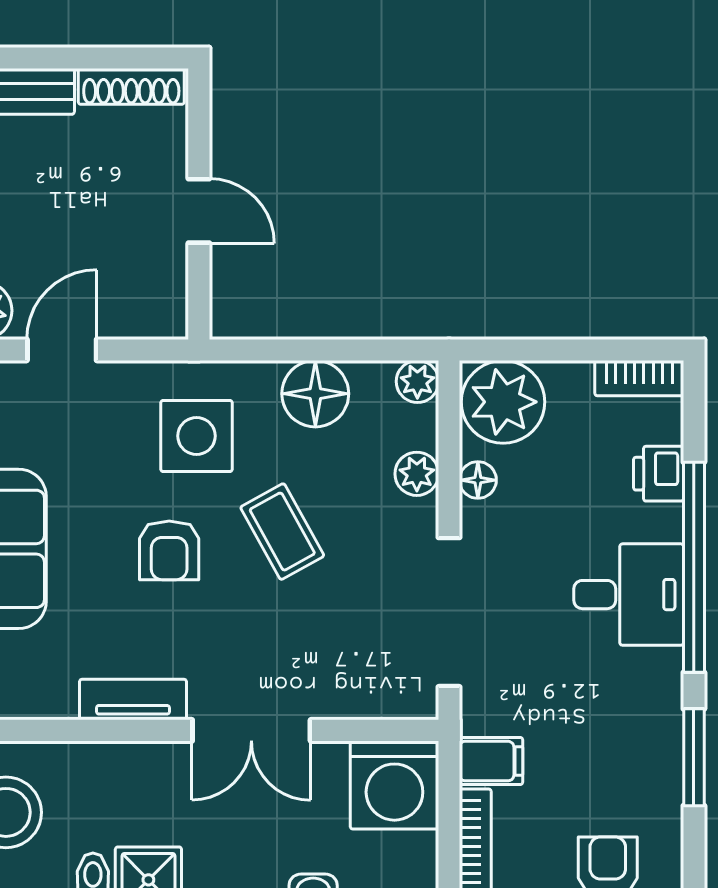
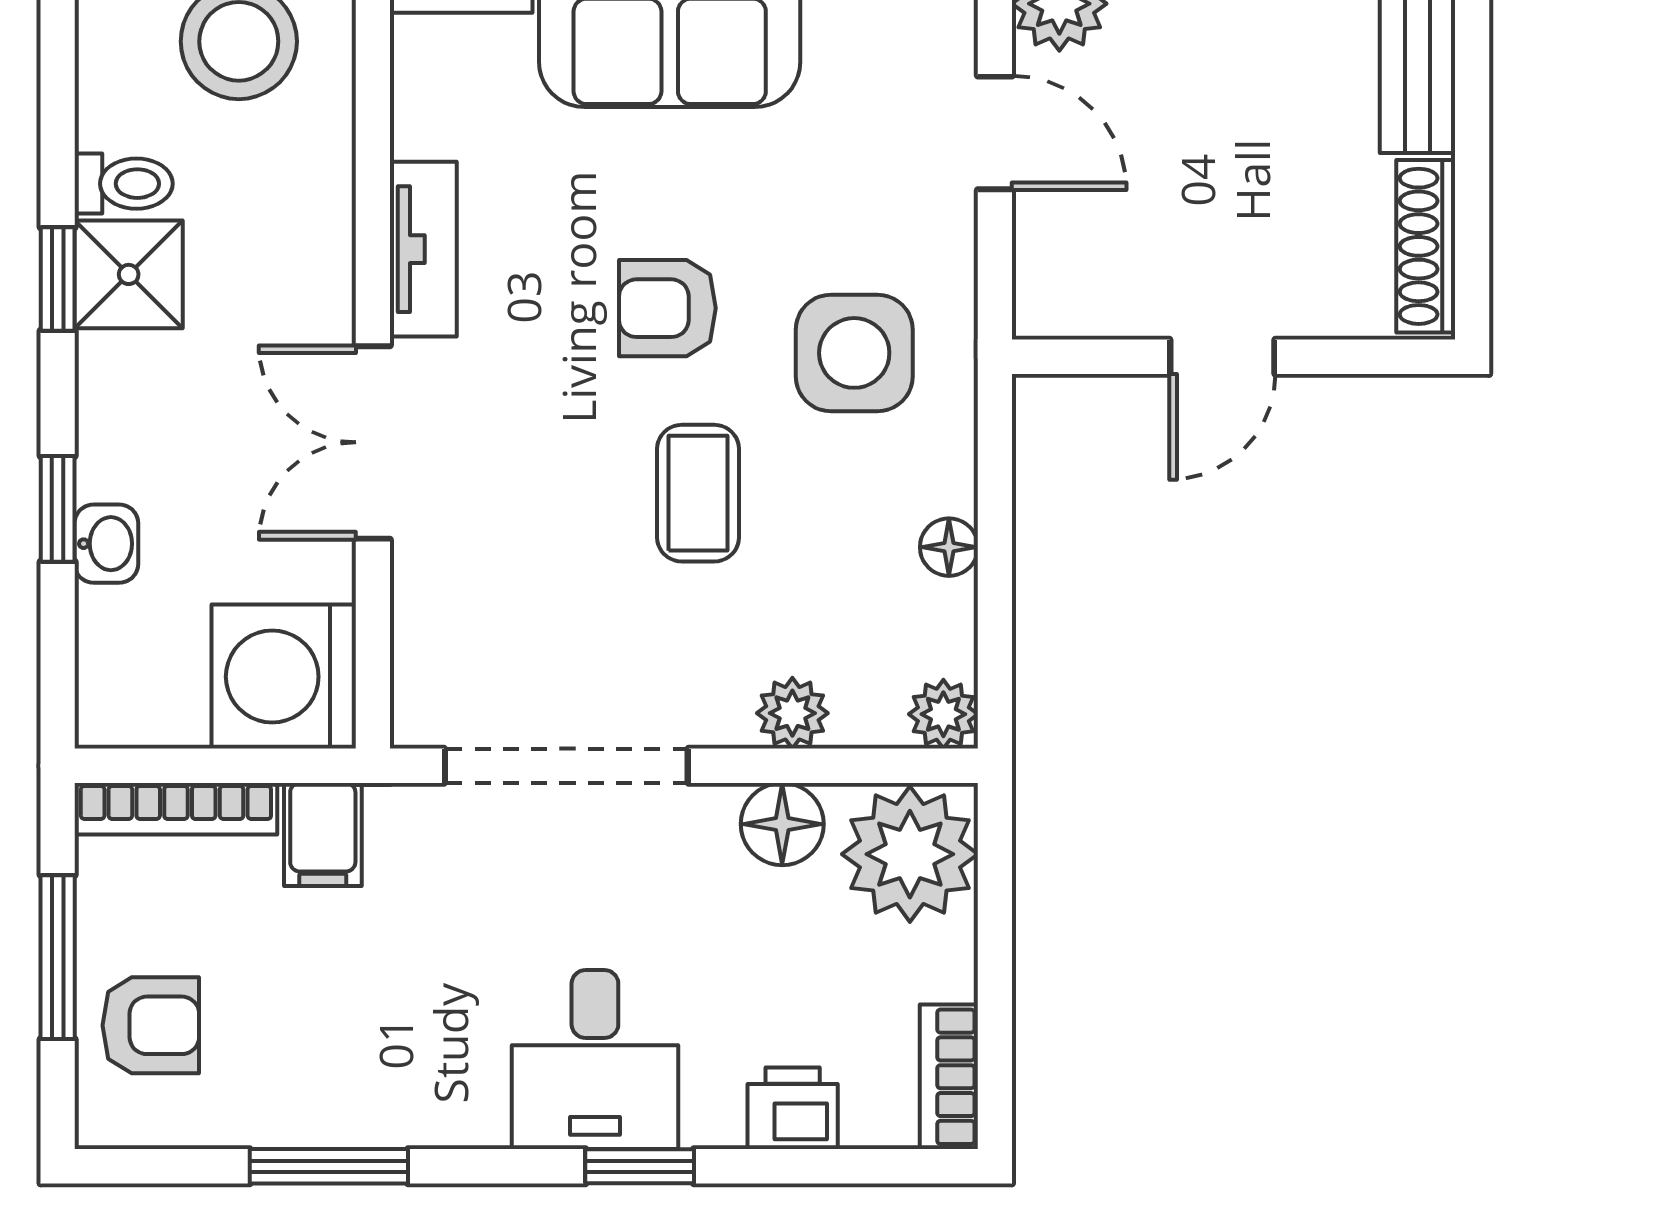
floor lamp: (315, 394) -> (949, 547), width x0.53, depth x0.53
floor lamp: (478, 480) -> (782, 824), width x1.37, depth x1.37
coffee table: (282, 532) -> (698, 493), turned -61
window: (694, 567) -> (640, 1166), width x0.32

